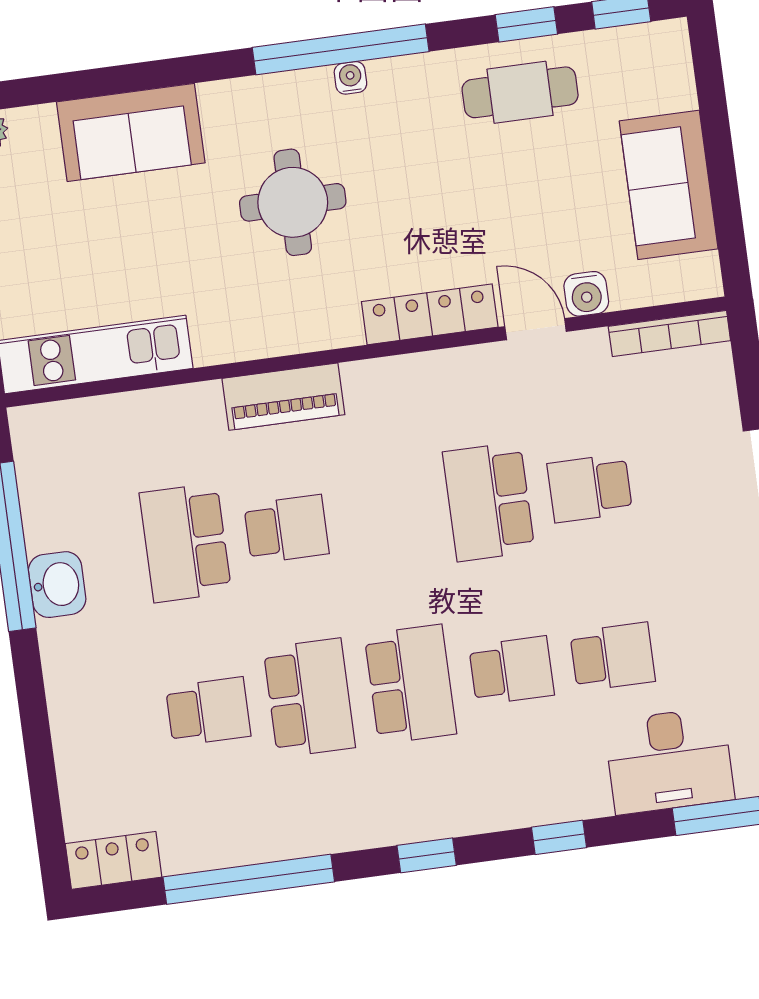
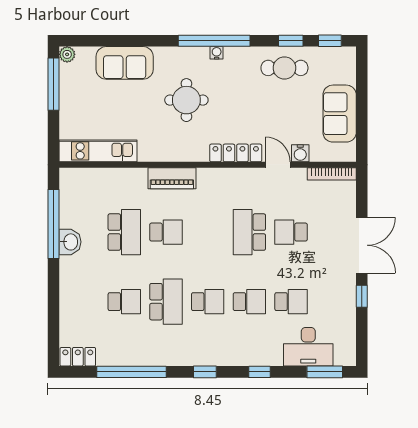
school desk: (185, 543) -> (124, 232), turned 180
school desk: (410, 684) -> (208, 302), width x0.54

